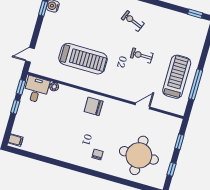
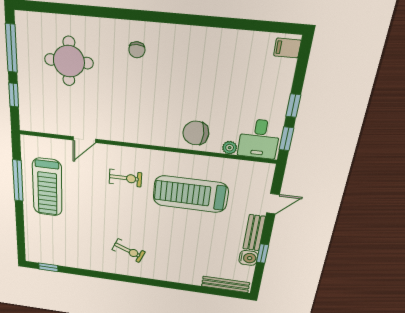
bench: (47, 25) -> (254, 233), added
door: (30, 55) -> (273, 204), moved
exercise bike: (142, 56) -> (125, 178), moved
chair: (94, 106) -> (196, 133), moved, turned 180
round table: (139, 155) -> (69, 61), width x0.73, depth x0.73
window: (172, 169) -> (11, 48), width x2.17

